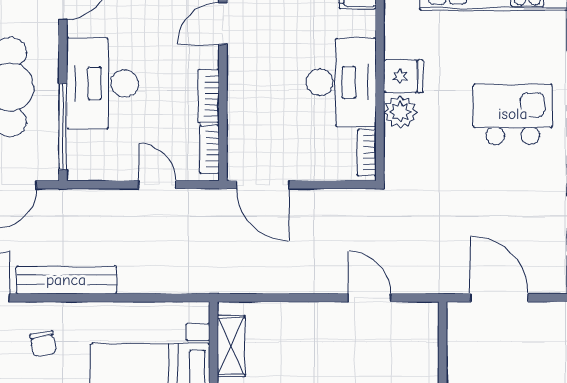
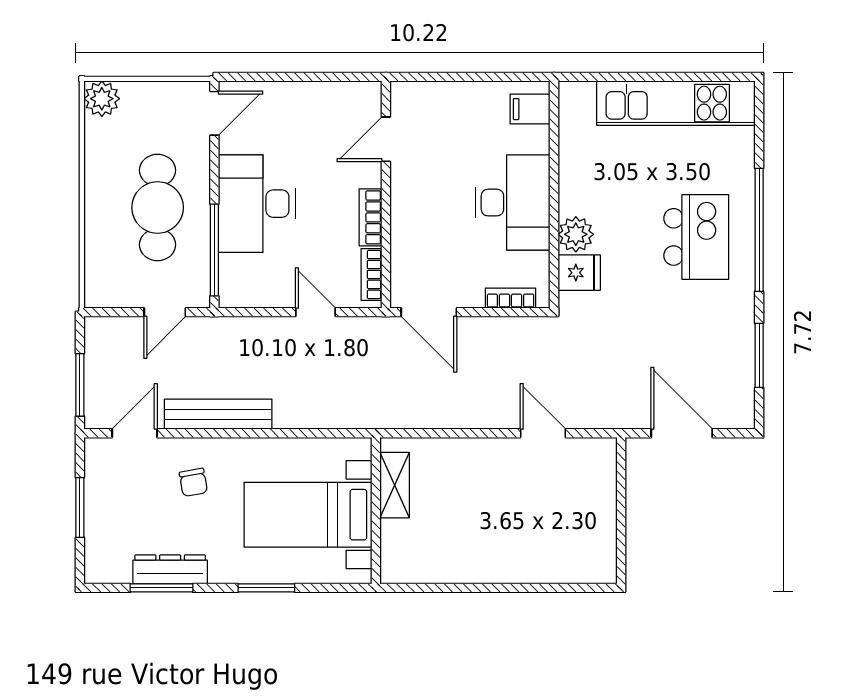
fridge: (403, 76) -> (579, 273), moved
kitchen island: (513, 114) -> (696, 237), turned 90
bookcase: (367, 153) -> (511, 298), moved, turned 90

